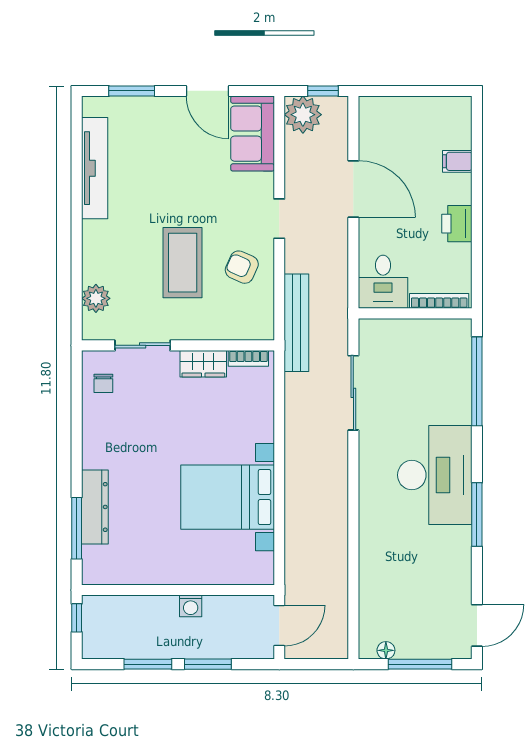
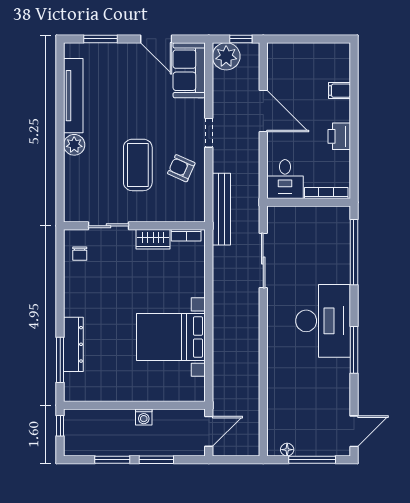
plant: (96, 298) -> (74, 145), moved

